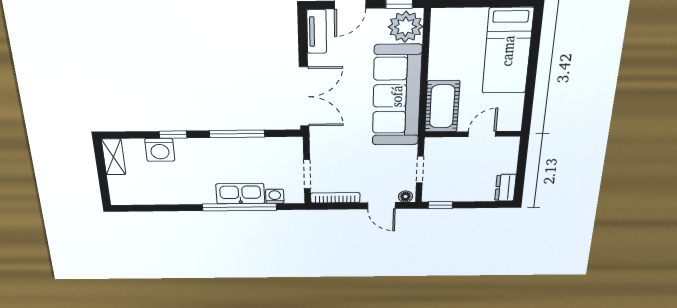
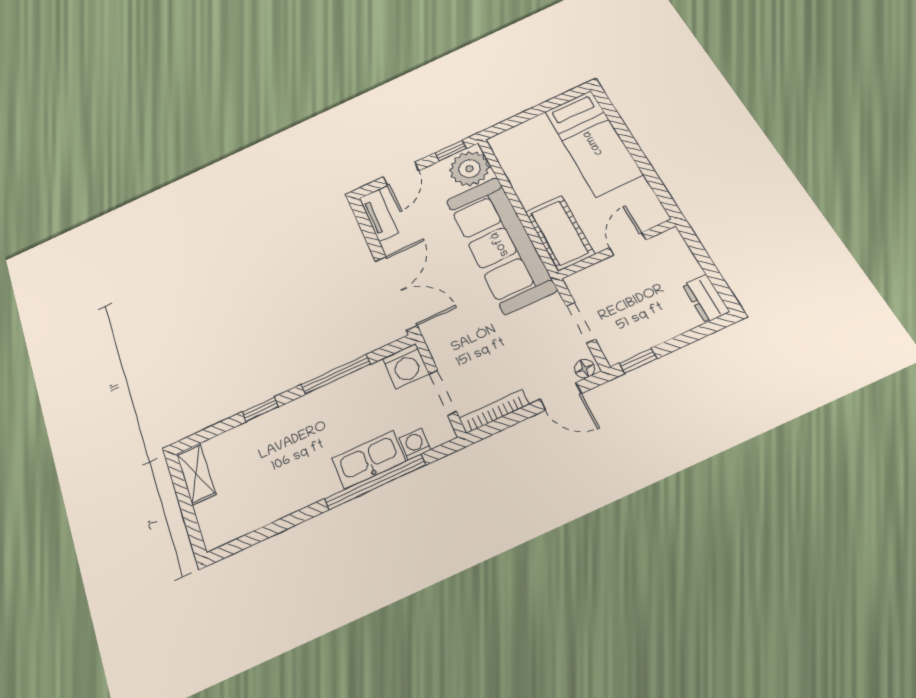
washing machine: (160, 150) -> (406, 366), moved

